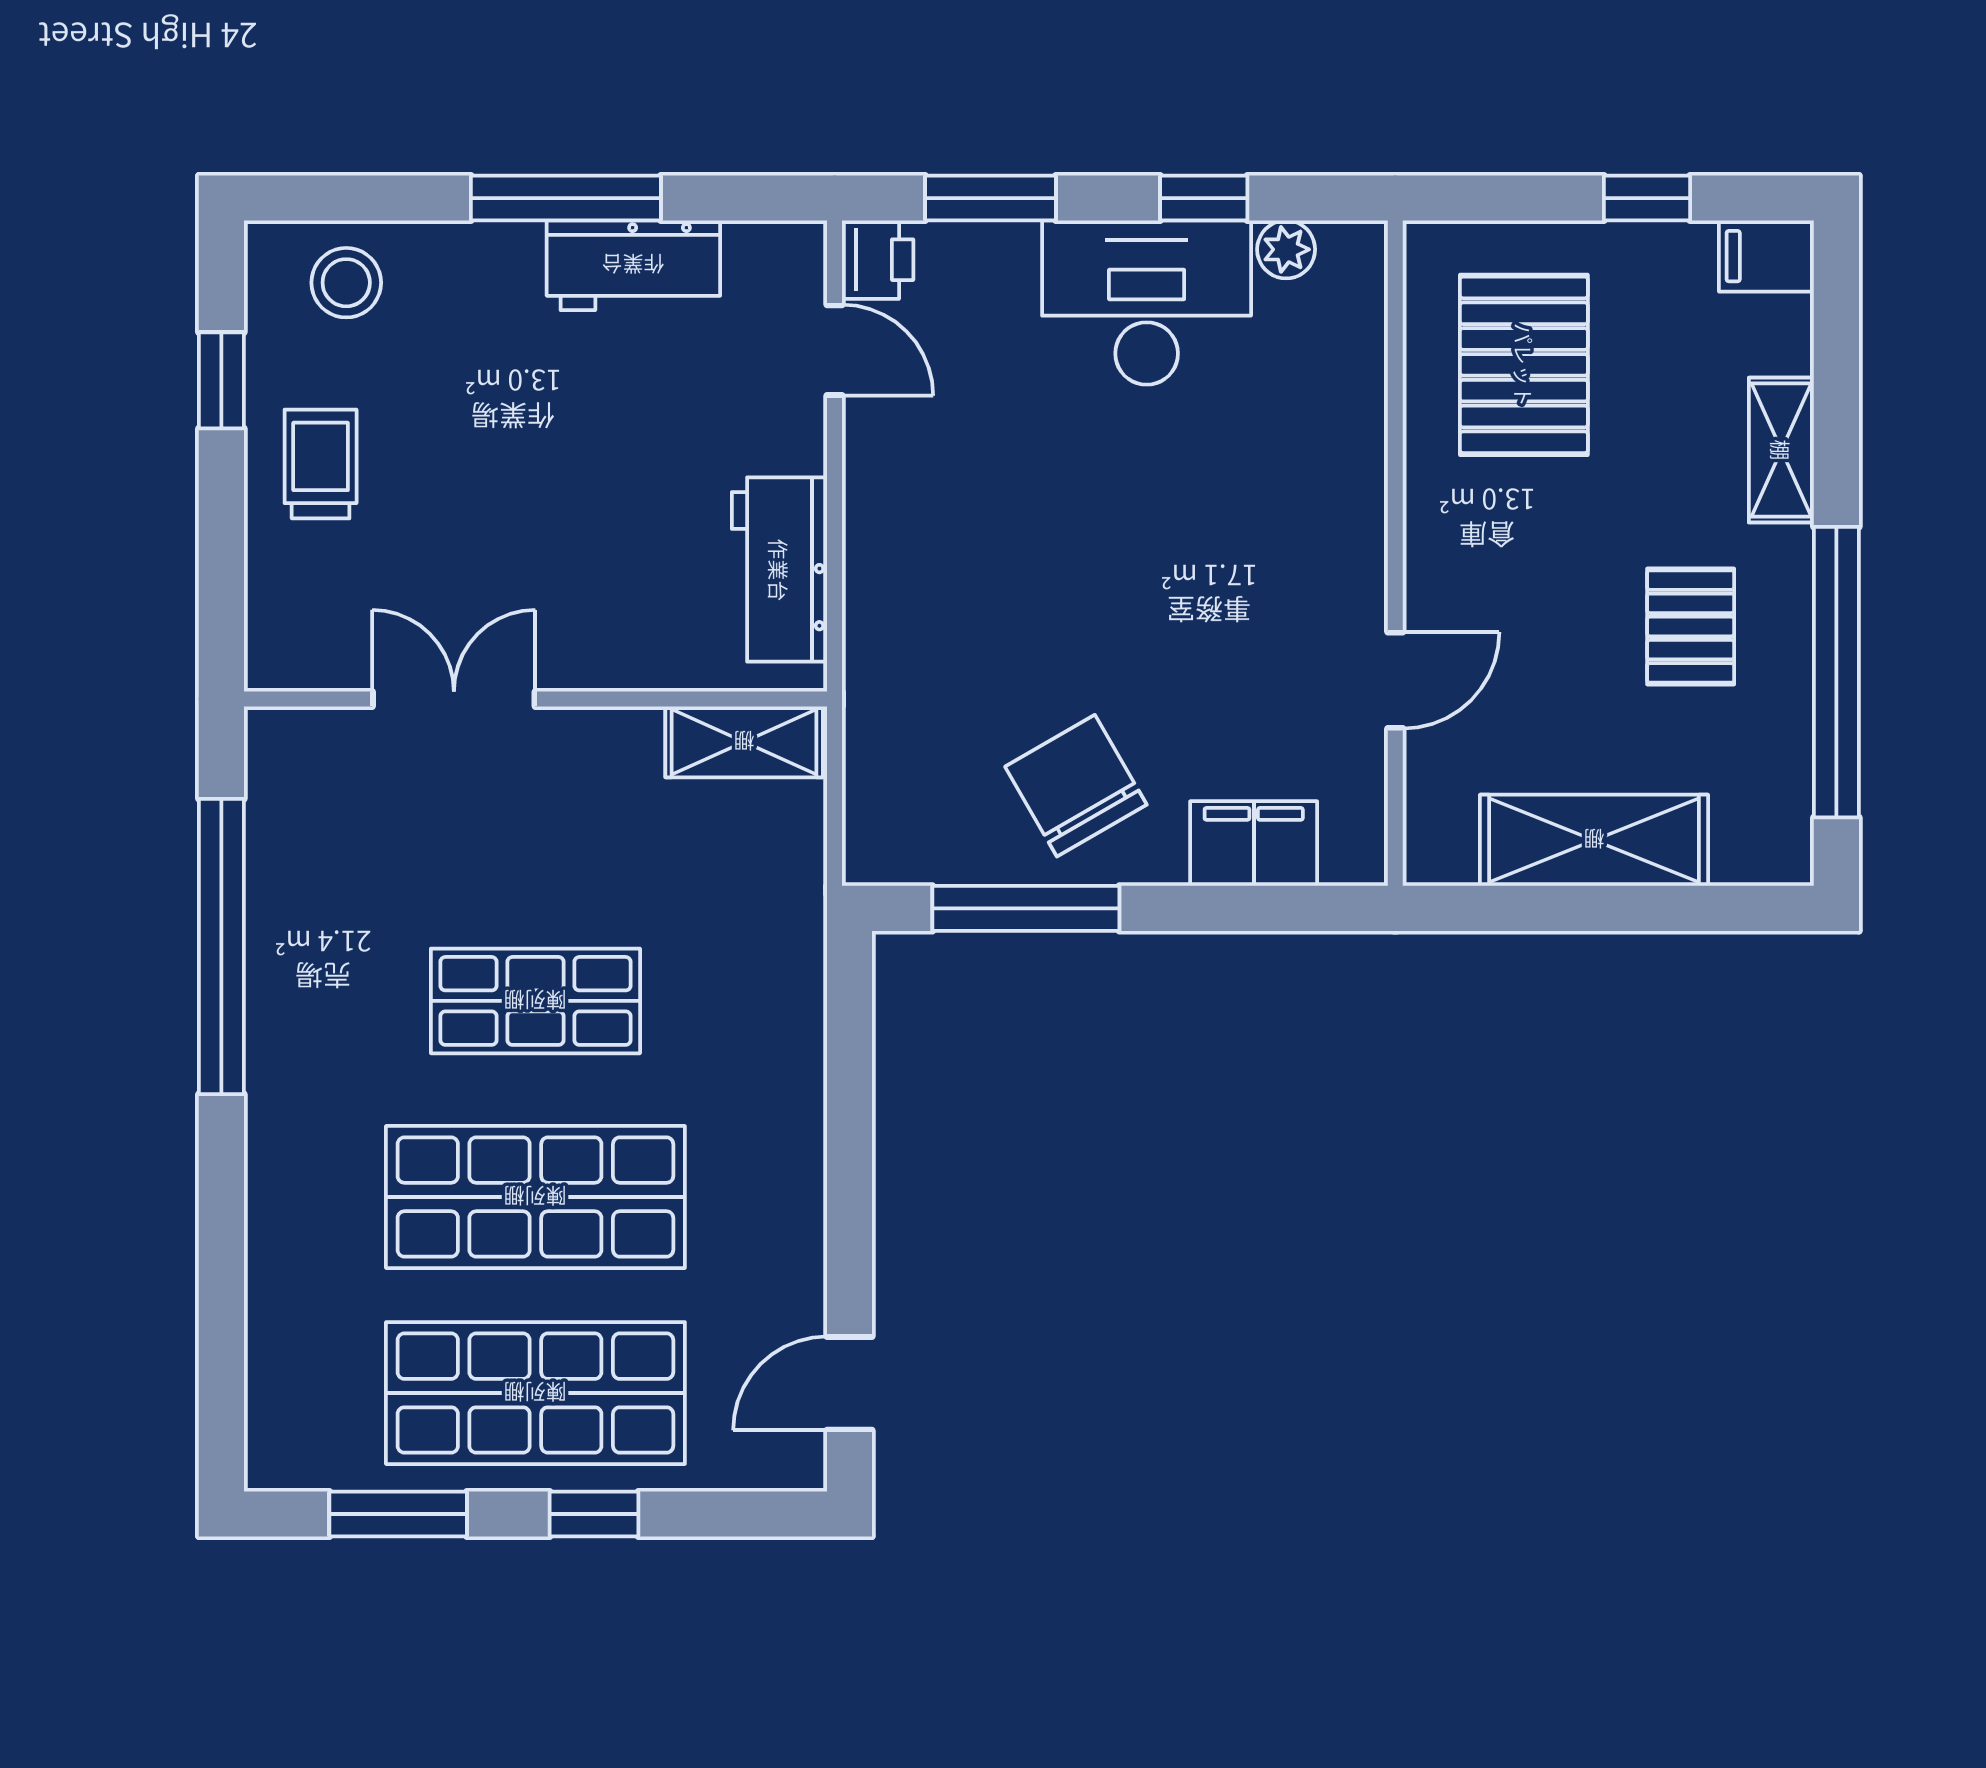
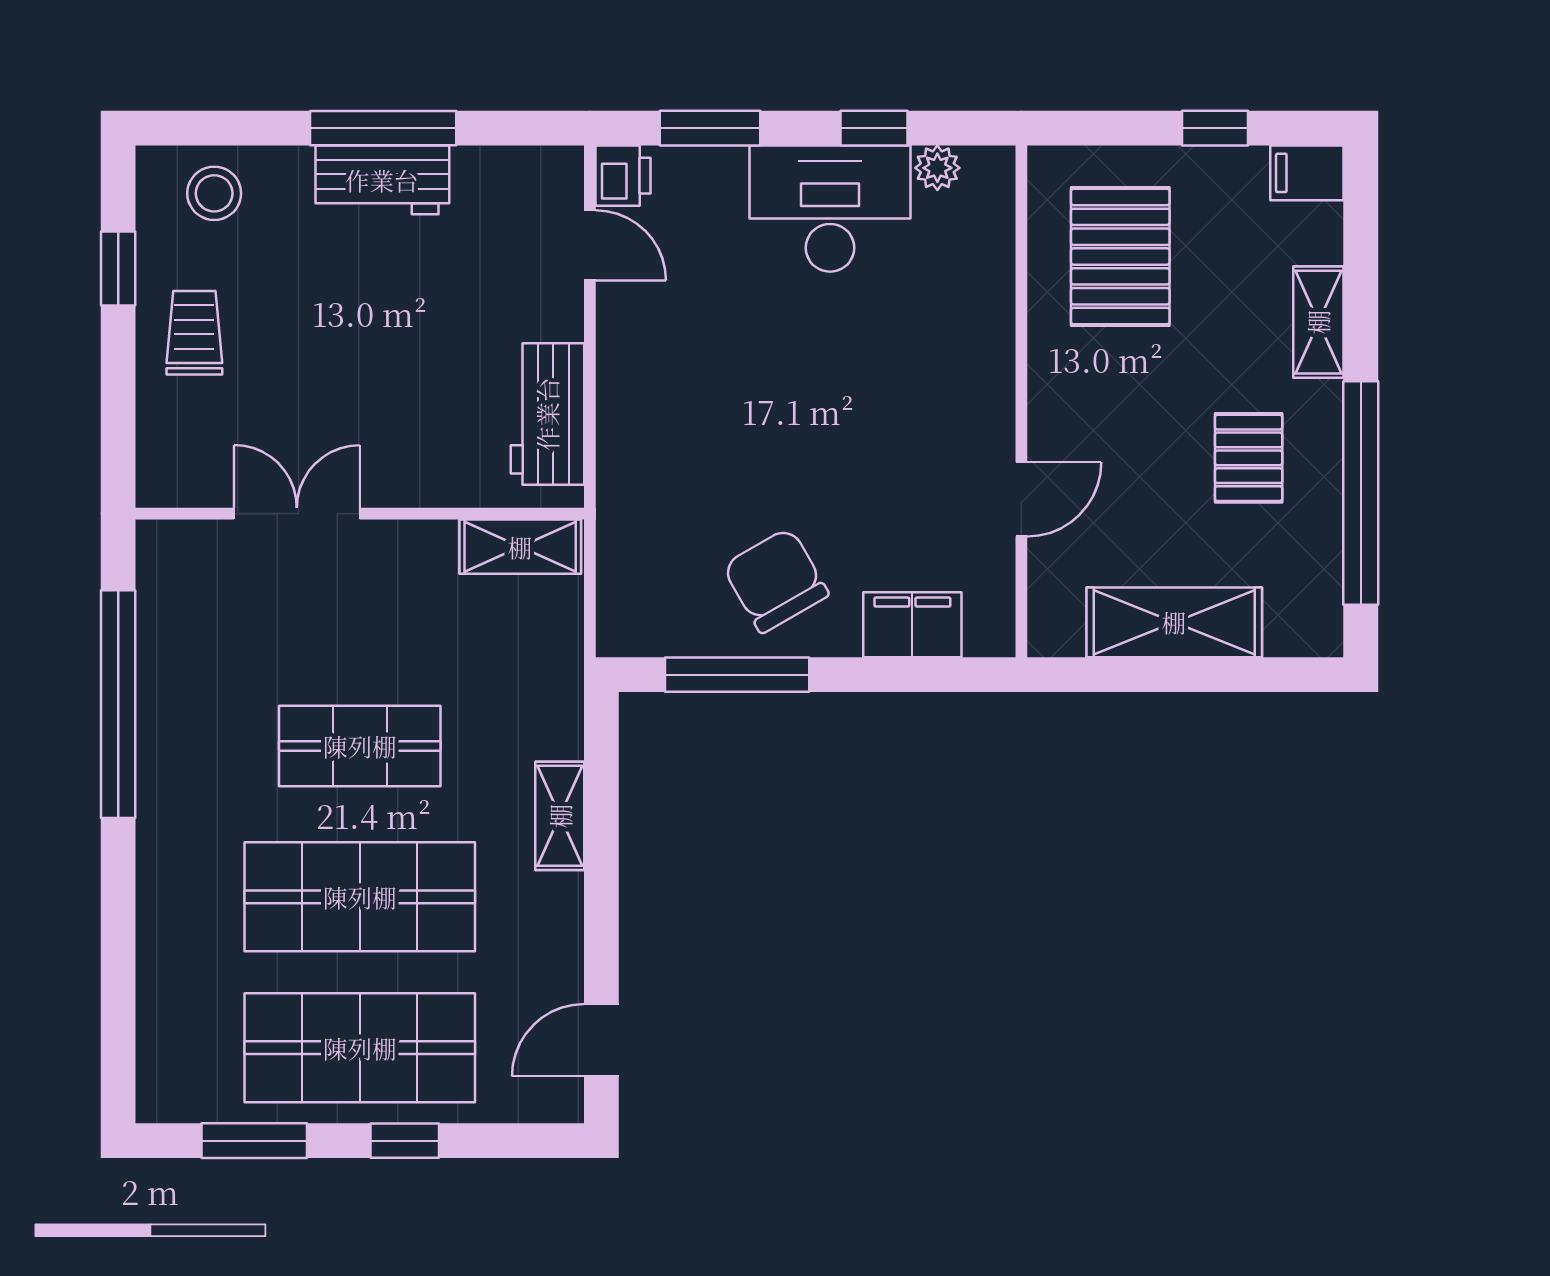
workbench: (633, 265) -> (382, 180), moved
shelving: (795, 1092) -> (560, 816), added

